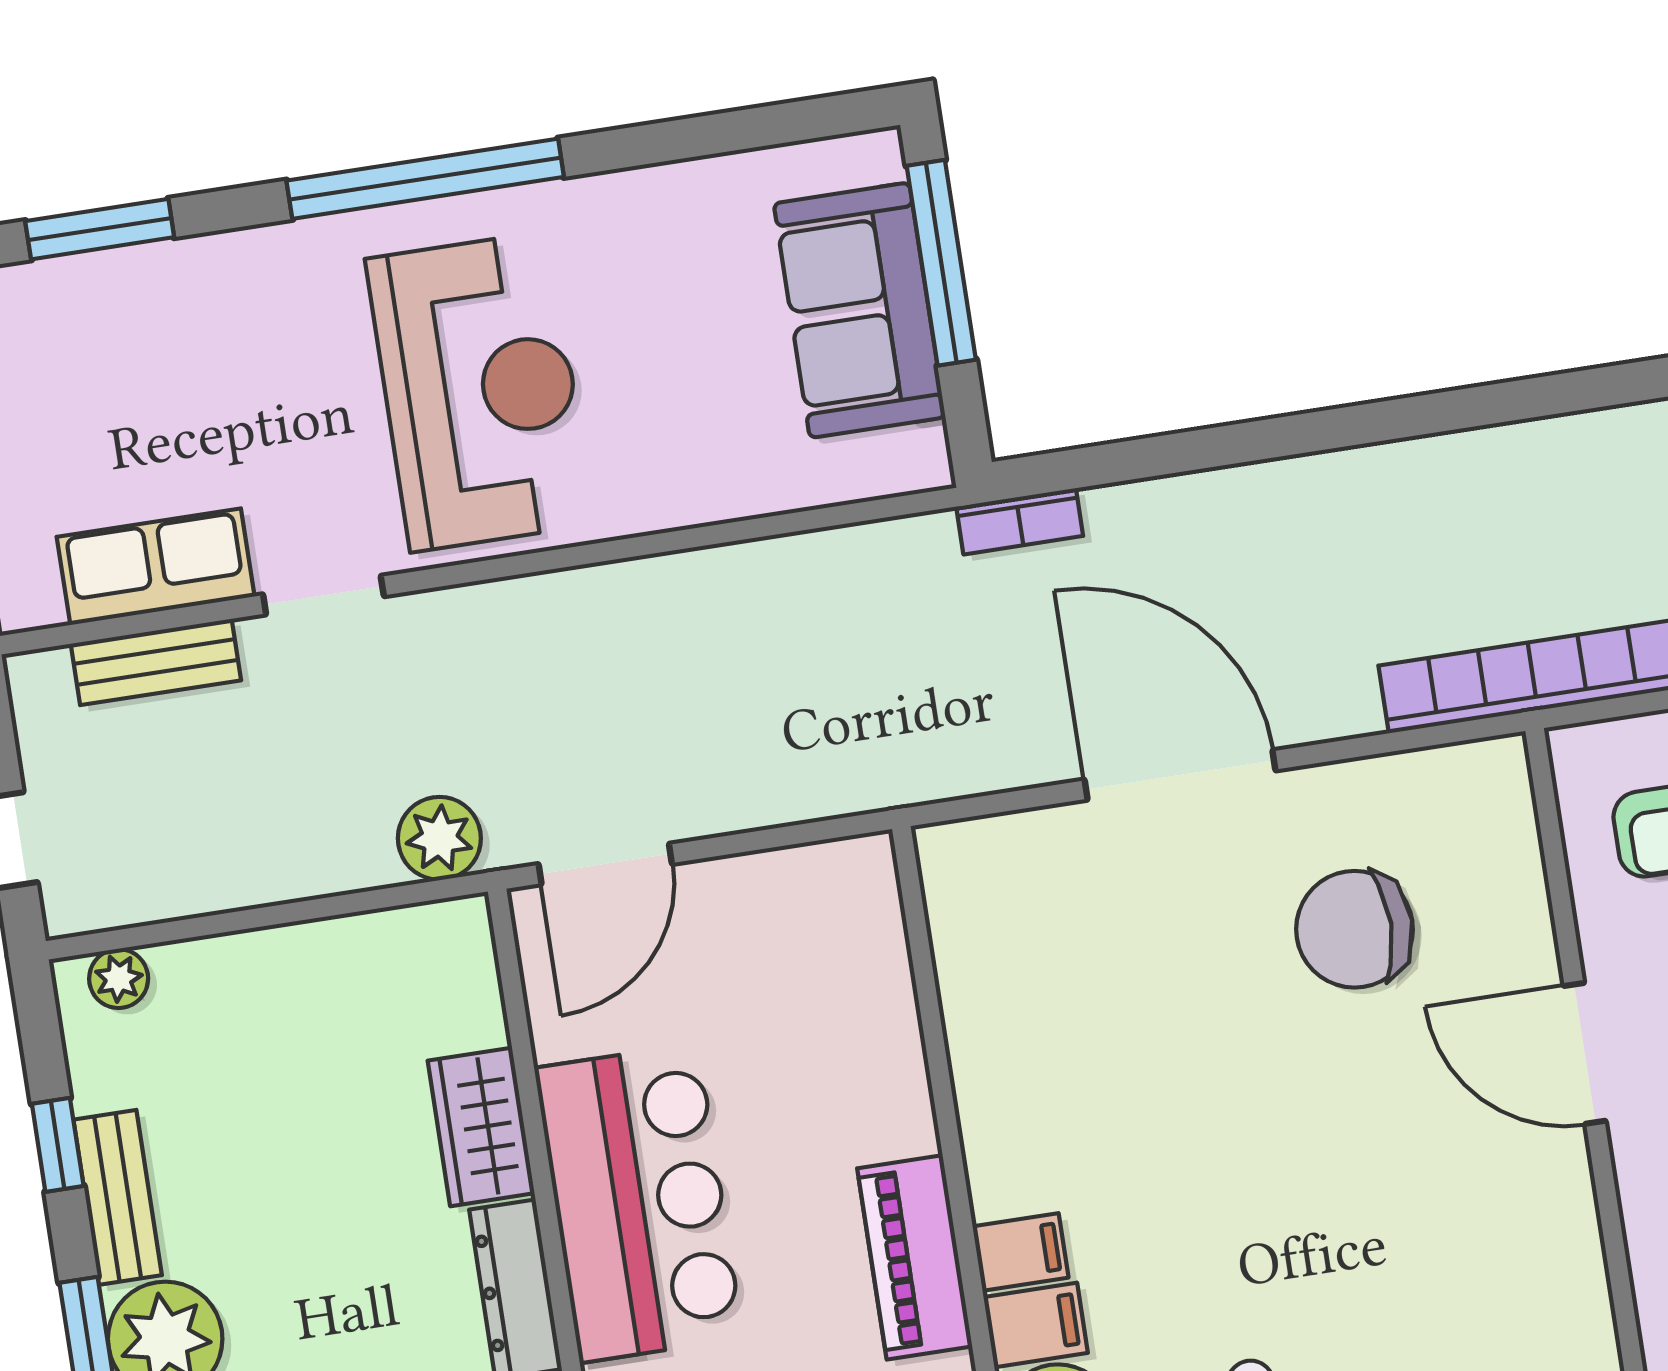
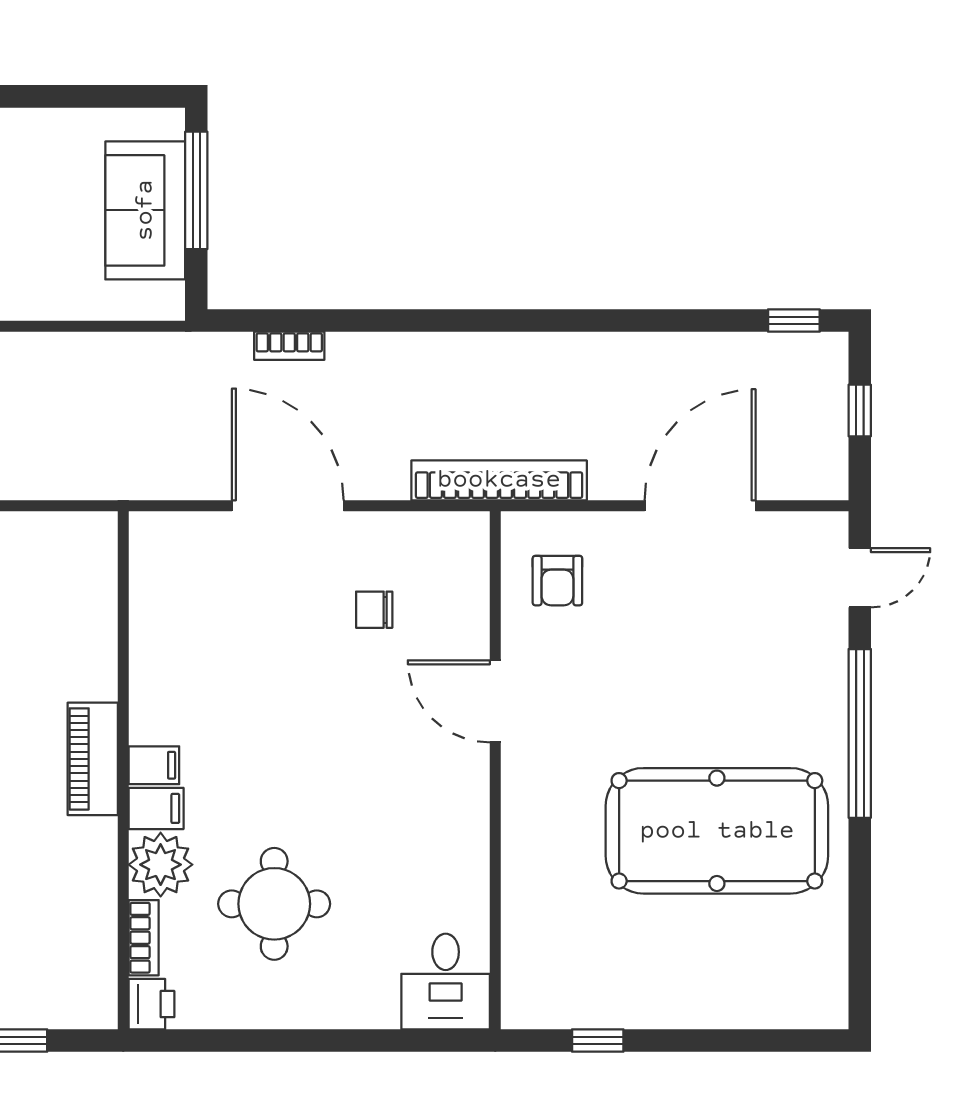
bookcase: (1020, 521) -> (289, 346), moved
chair: (1354, 929) -> (374, 610), width x0.54, depth x0.54

